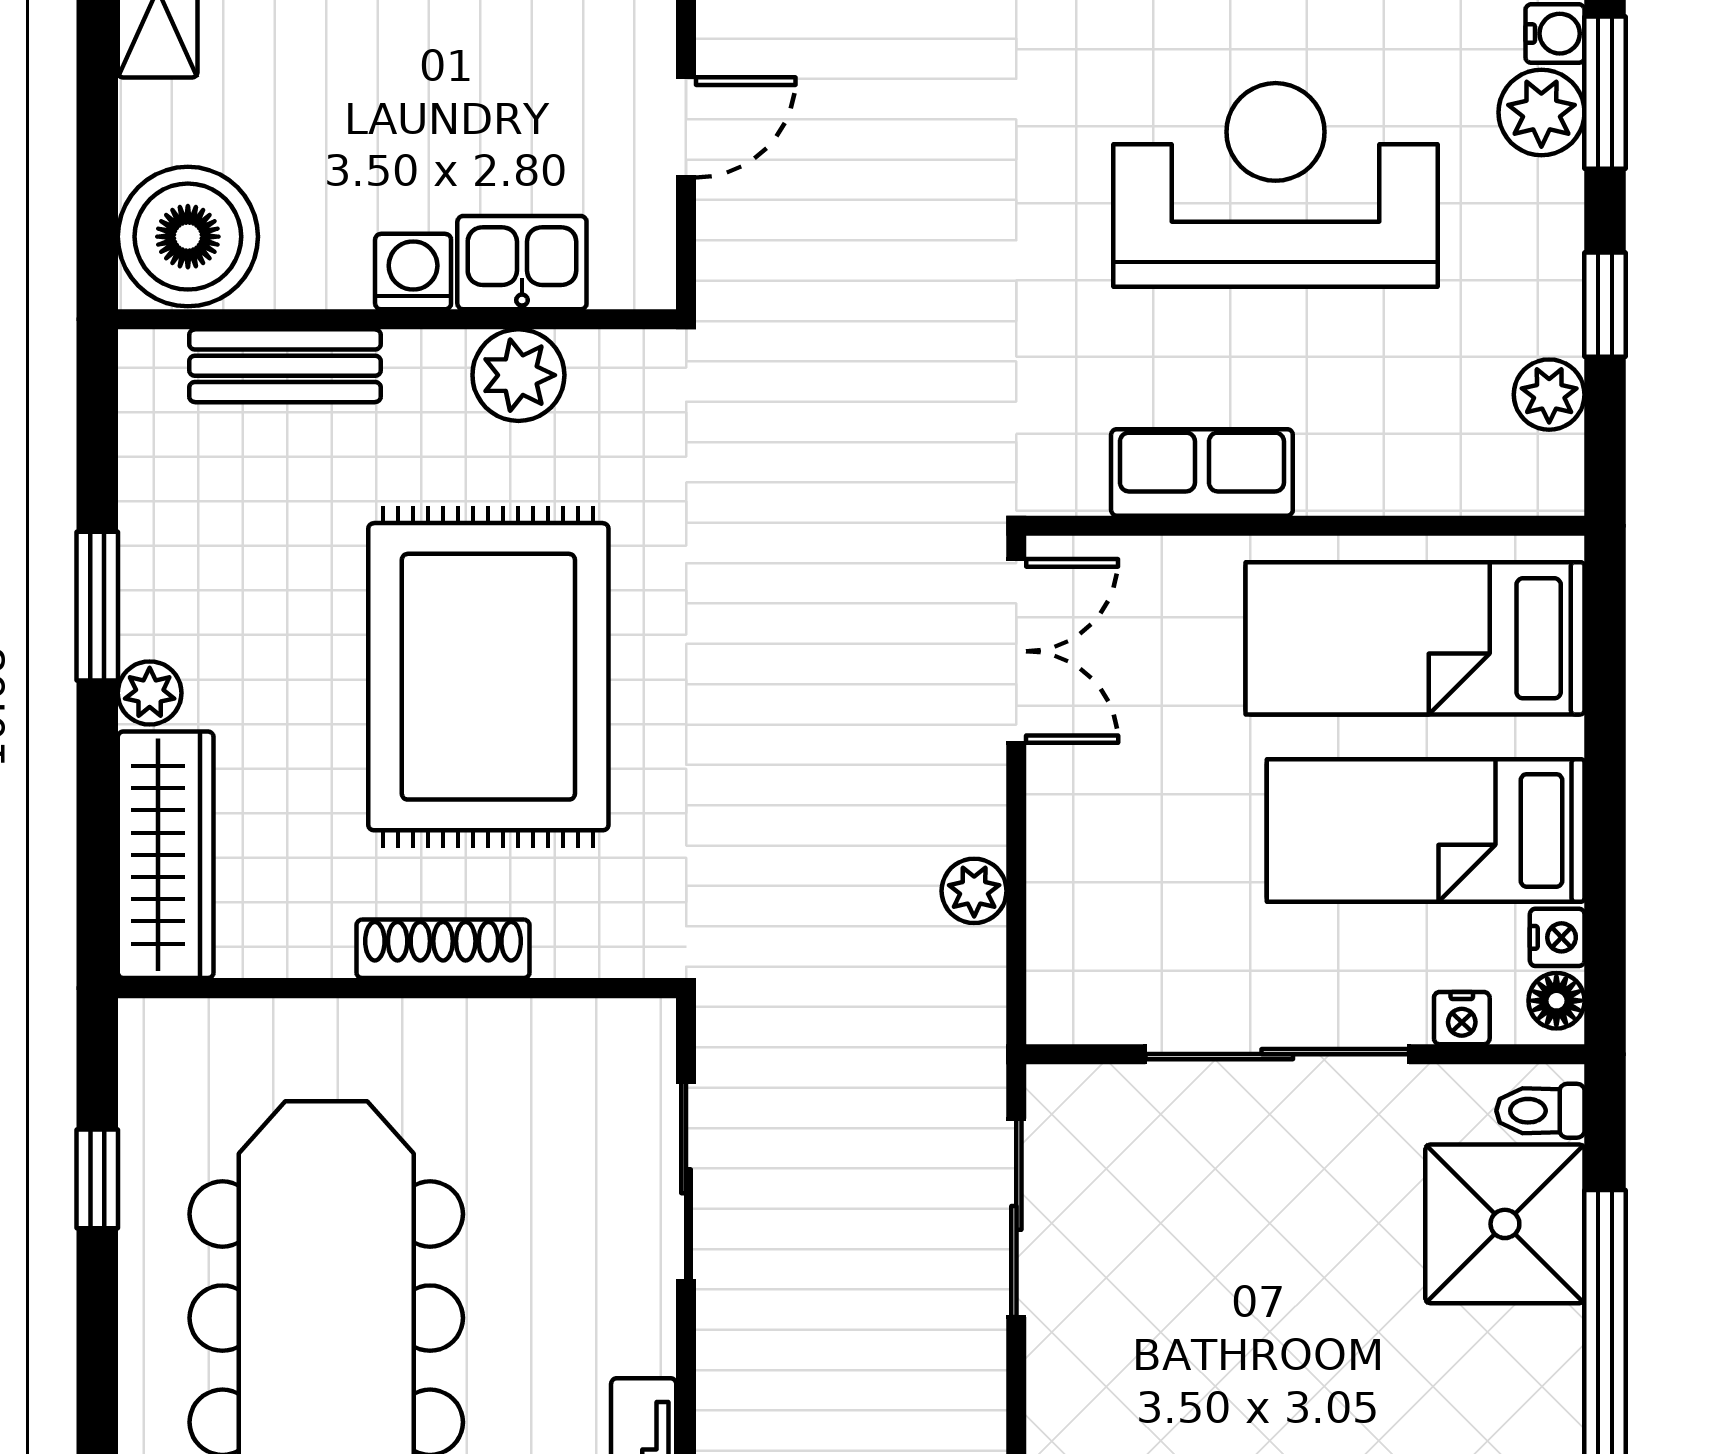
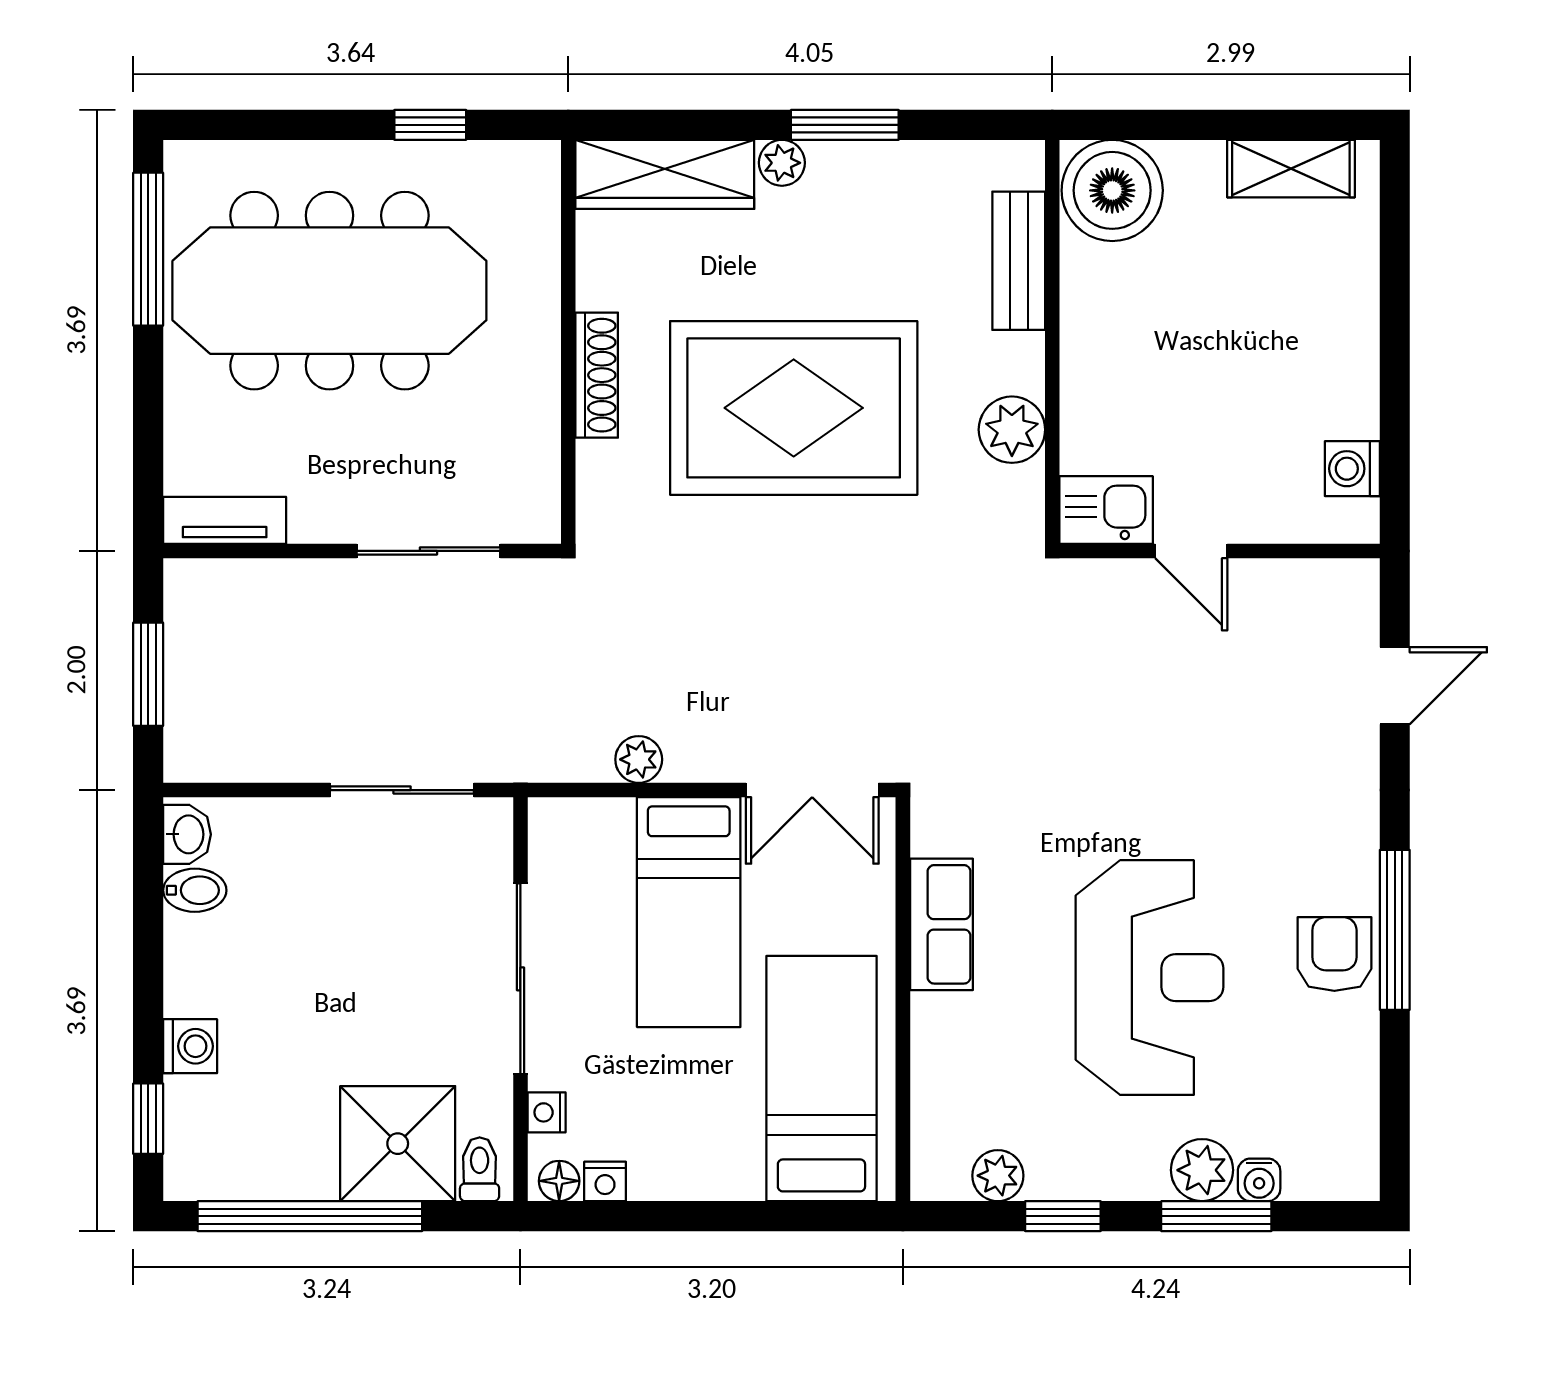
kitchen sink: (522, 263) -> (1106, 510), moved, turned -90
washing machine: (413, 272) -> (1087, 353), removed
bed: (1426, 830) -> (689, 912), moved, turned 180

